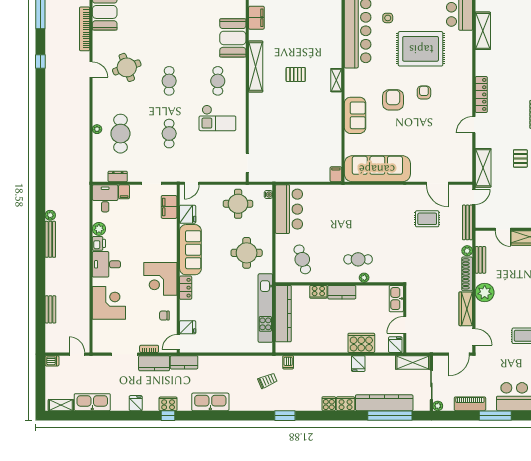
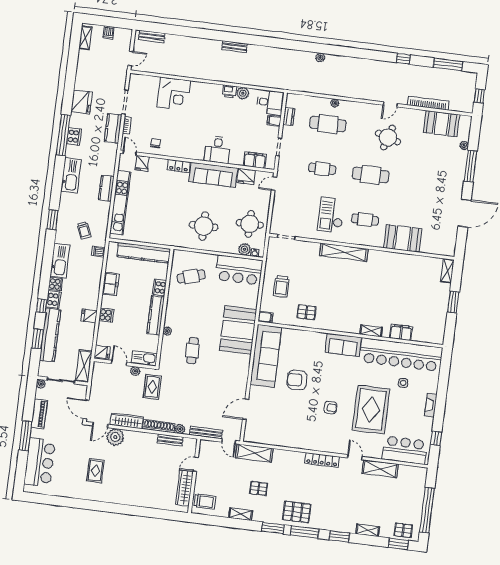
filing cabinet: (256, 18) -> (401, 332), moved, turned 180
round table: (127, 67) -> (388, 137), turned 37
shelving: (256, 67) -> (344, 252), moved
pallet: (296, 74) -> (306, 312), moved, turned 90
shelving: (336, 80) -> (371, 331), moved
cafe table: (169, 81) -> (371, 175), width x1.37, depth x1.35
armchair: (393, 100) -> (297, 380), moved, turned 180
sofa: (355, 115) -> (343, 345), moved
door: (474, 125) -> (355, 457), moved
trolley: (301, 162) -> (281, 286), added
door: (192, 183) -> (274, 184), hinge flipped
booth: (353, 202) -> (238, 330), added
plant: (266, 206) -> (244, 249), added
plant: (50, 215) -> (320, 58), moved
rug: (427, 219) -> (152, 387), moved
bench: (50, 239) -> (234, 47), width x0.73
cafe table: (358, 259) -> (193, 351), moved
desk: (106, 264) -> (217, 150), moved, turned 180
corner desk: (160, 279) -> (190, 144), removed
kitchen counter: (342, 292) -> (156, 315), width x1.50
plant: (485, 292) -> (115, 437), moved
plant: (411, 307) -> (135, 371), added
kitchen unit: (265, 308) -> (120, 203), moved, turned 90
bench: (50, 309) -> (152, 36), moved
cooker: (361, 343) -> (106, 315), width x0.53, depth x0.76
freezer: (321, 345) -> (111, 284), added
dishwasher: (52, 361) -> (109, 32), moved
kitchen counter: (184, 362) -> (106, 188), moved
kitchen sink: (92, 402) -> (60, 261), moved
fridge: (136, 403) -> (82, 102), width x1.88, depth x1.34
window: (168, 416) -> (63, 135), width x3.17
window: (285, 416) -> (53, 220), moved
window: (354, 416) -> (42, 306), added
window: (390, 416) -> (38, 339), width x0.47

